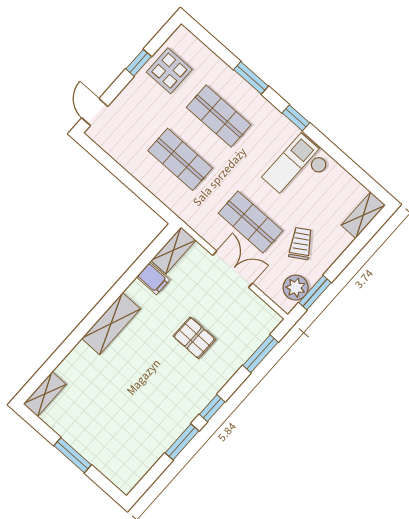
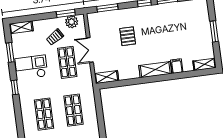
window: (251, 78) -> (10, 52), moved
checkout: (297, 169) -> (31, 67), turned 180
filing cabinet: (153, 278) -> (177, 66), moved

